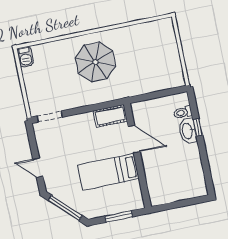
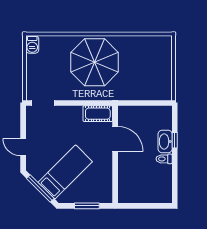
parasol: (95, 62) -> (95, 62), width x1.36, depth x1.36
toilet: (183, 113) -> (164, 159), moved
bed: (108, 172) -> (65, 172), moved, turned 135

